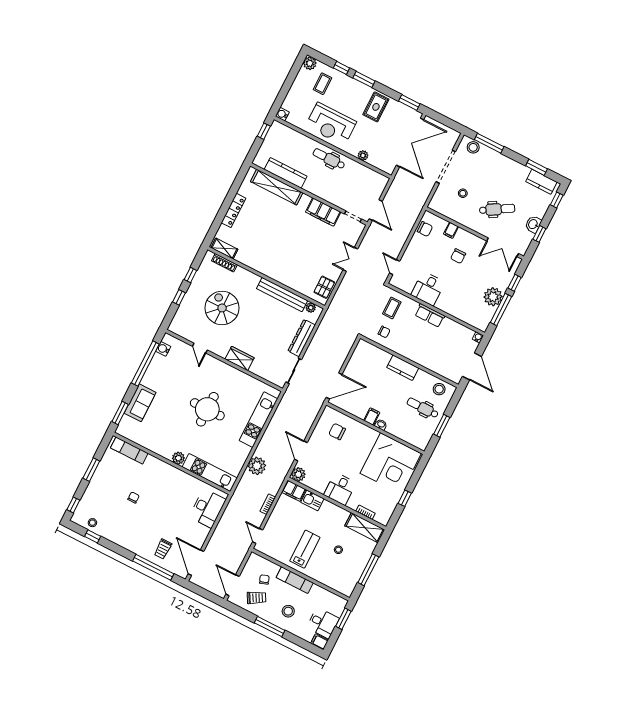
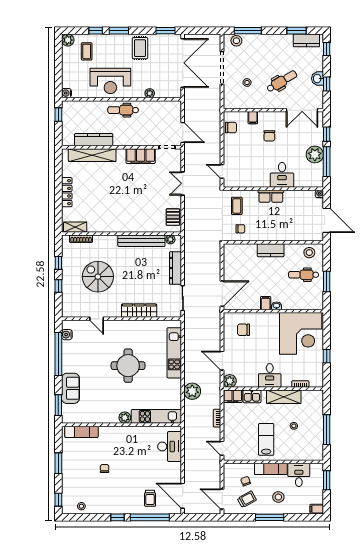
desk: (428, 289) -> (282, 175), moved
wardrobe: (240, 359) -> (139, 311), width x1.50
shelving: (365, 528) -> (284, 397), moved
window: (93, 536) -> (117, 517), moved
desk: (323, 623) -> (299, 475), moved, turned -90

